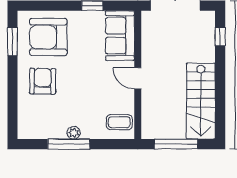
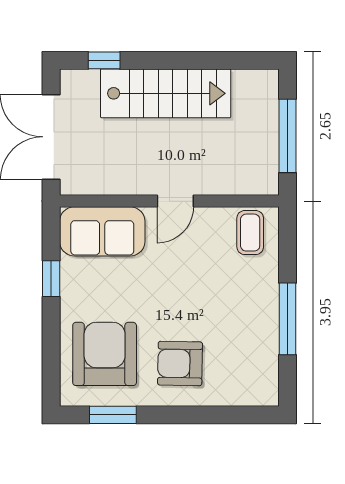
armchair: (48, 37) -> (105, 354), turned 180
stairs: (201, 101) -> (166, 93), moved
plant: (74, 133) -> (268, 310), removed

